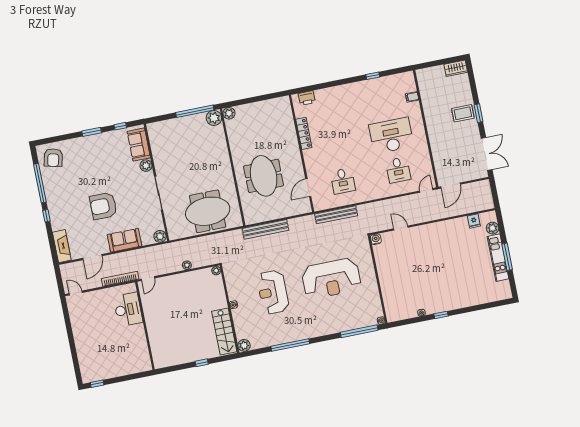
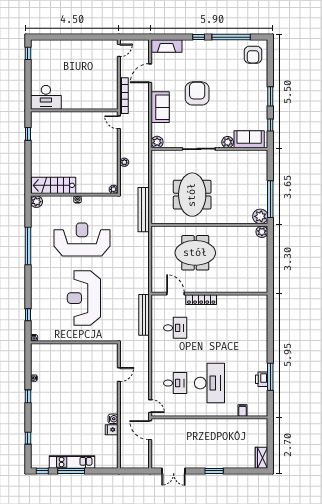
window: (373, 76) -> (270, 377), width x2.17
printer: (307, 98) -> (262, 379), moved
rug: (463, 113) -> (217, 456), removed
locker: (304, 133) -> (201, 300), moved
double door: (487, 154) -> (174, 471), width x0.73
armchair: (53, 158) -> (253, 55), turned -103
desk: (398, 170) -> (175, 383), turned 180
desk: (343, 181) -> (175, 328), turned 180
meeting table: (208, 211) -> (192, 195), moved
fridge: (474, 221) -> (112, 430), moved
plant: (492, 228) -> (101, 462), removed
bench: (265, 229) -> (144, 210), moved
water cooler: (376, 239) -> (113, 419), moved
door: (92, 257) -> (150, 73), hinge flipped
window: (513, 286) -> (42, 471), added
reception desk: (273, 292) -> (82, 240), width x1.36, depth x1.30
window: (483, 307) -> (28, 438), added
desk: (128, 309) -> (46, 97), moved
window: (359, 331) -> (28, 315), width x0.32
window: (202, 363) -> (28, 134), moved

